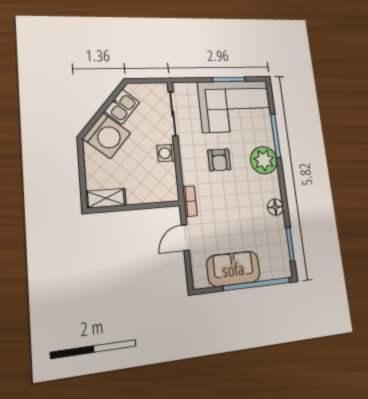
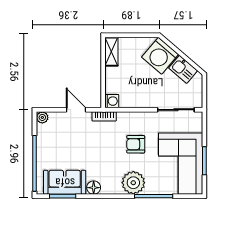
washing machine: (166, 153) -> (112, 101), moved, turned 90
sofa: (233, 269) -> (65, 182), moved, turned -90
plant: (200, 281) -> (42, 117), added

